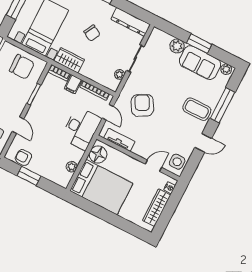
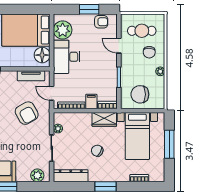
plant: (177, 46) -> (37, 175), moved
desk: (81, 128) -> (67, 57), moved
plant: (72, 167) -> (63, 30), width x1.87, depth x1.87

